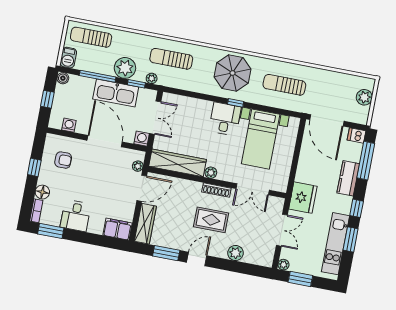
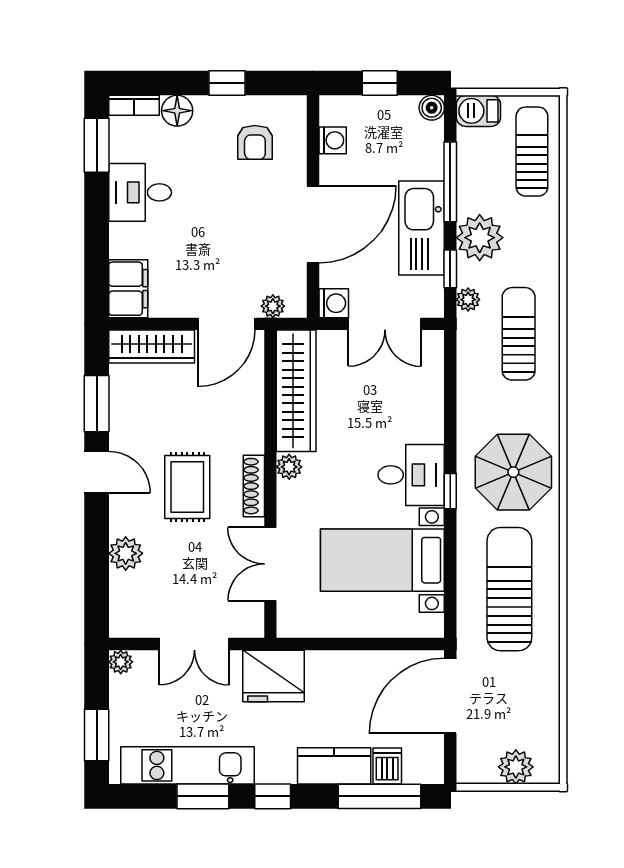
sun lounger: (284, 85) -> (509, 589), width x1.36, depth x1.34
dishwasher: (357, 135) -> (387, 766), moved
door: (142, 188) -> (227, 324), hinge flipped
window: (300, 279) -> (97, 735), moved

